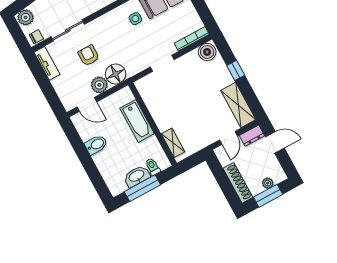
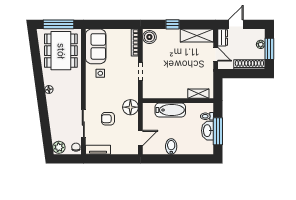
plant: (99, 85) -> (132, 122), removed

